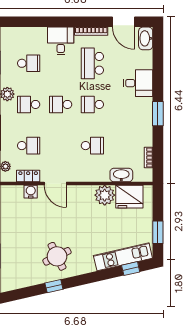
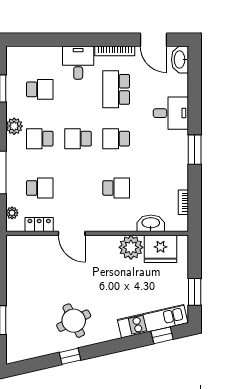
water cooler: (31, 192) -> (42, 243), removed

